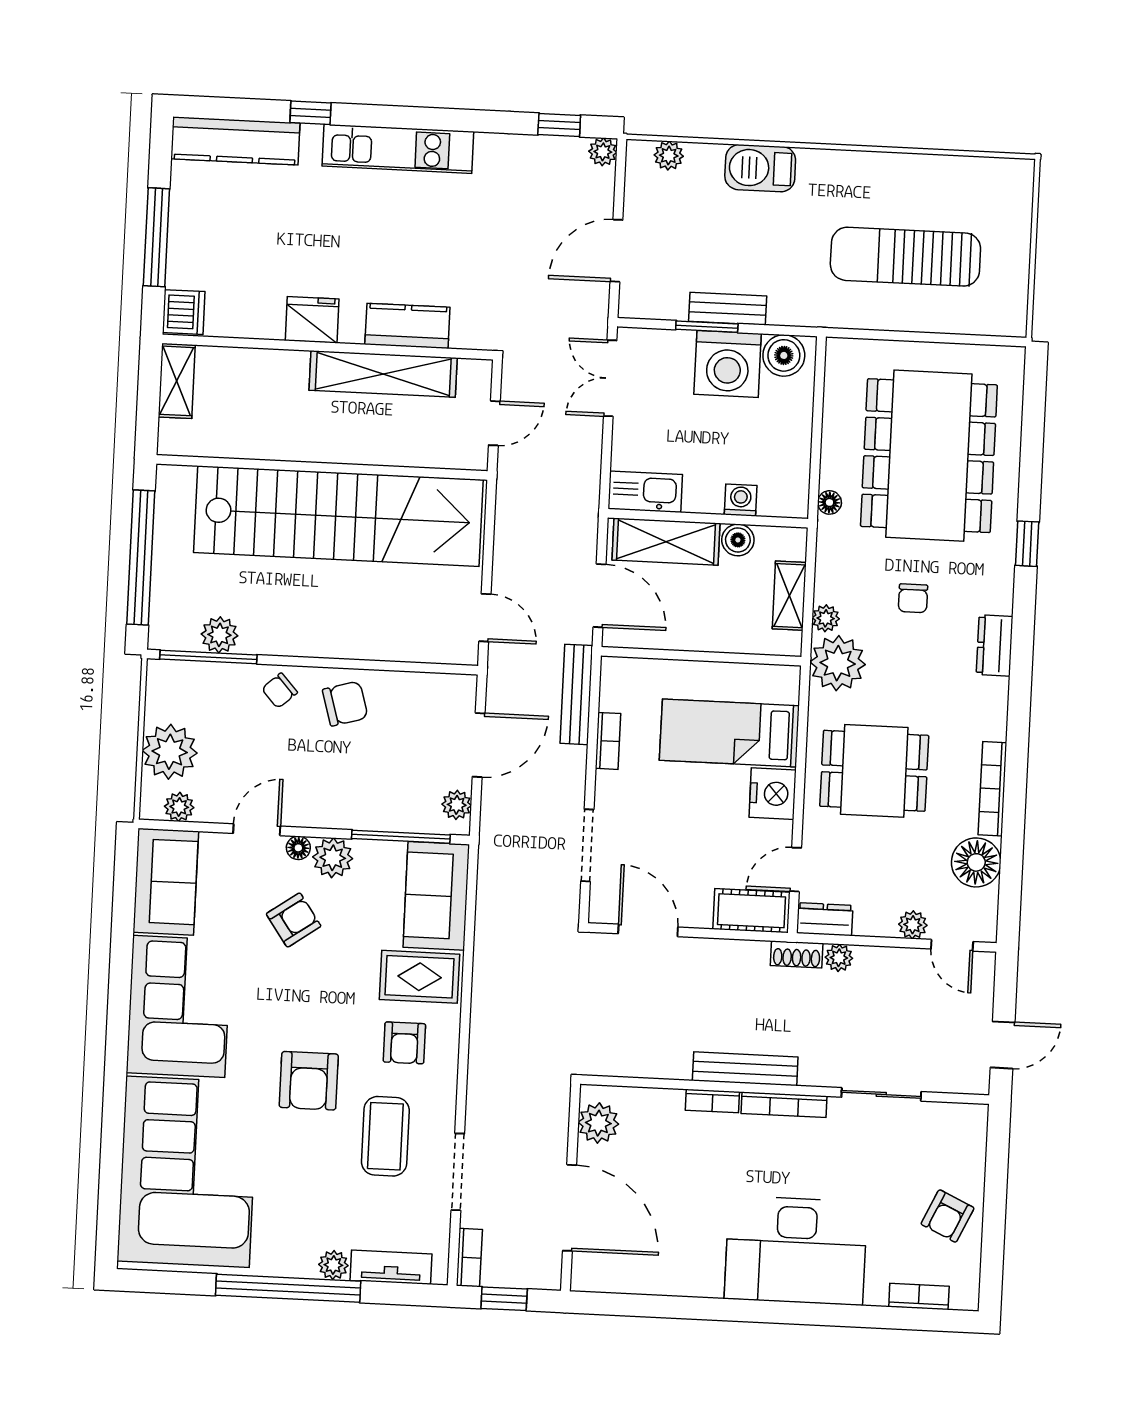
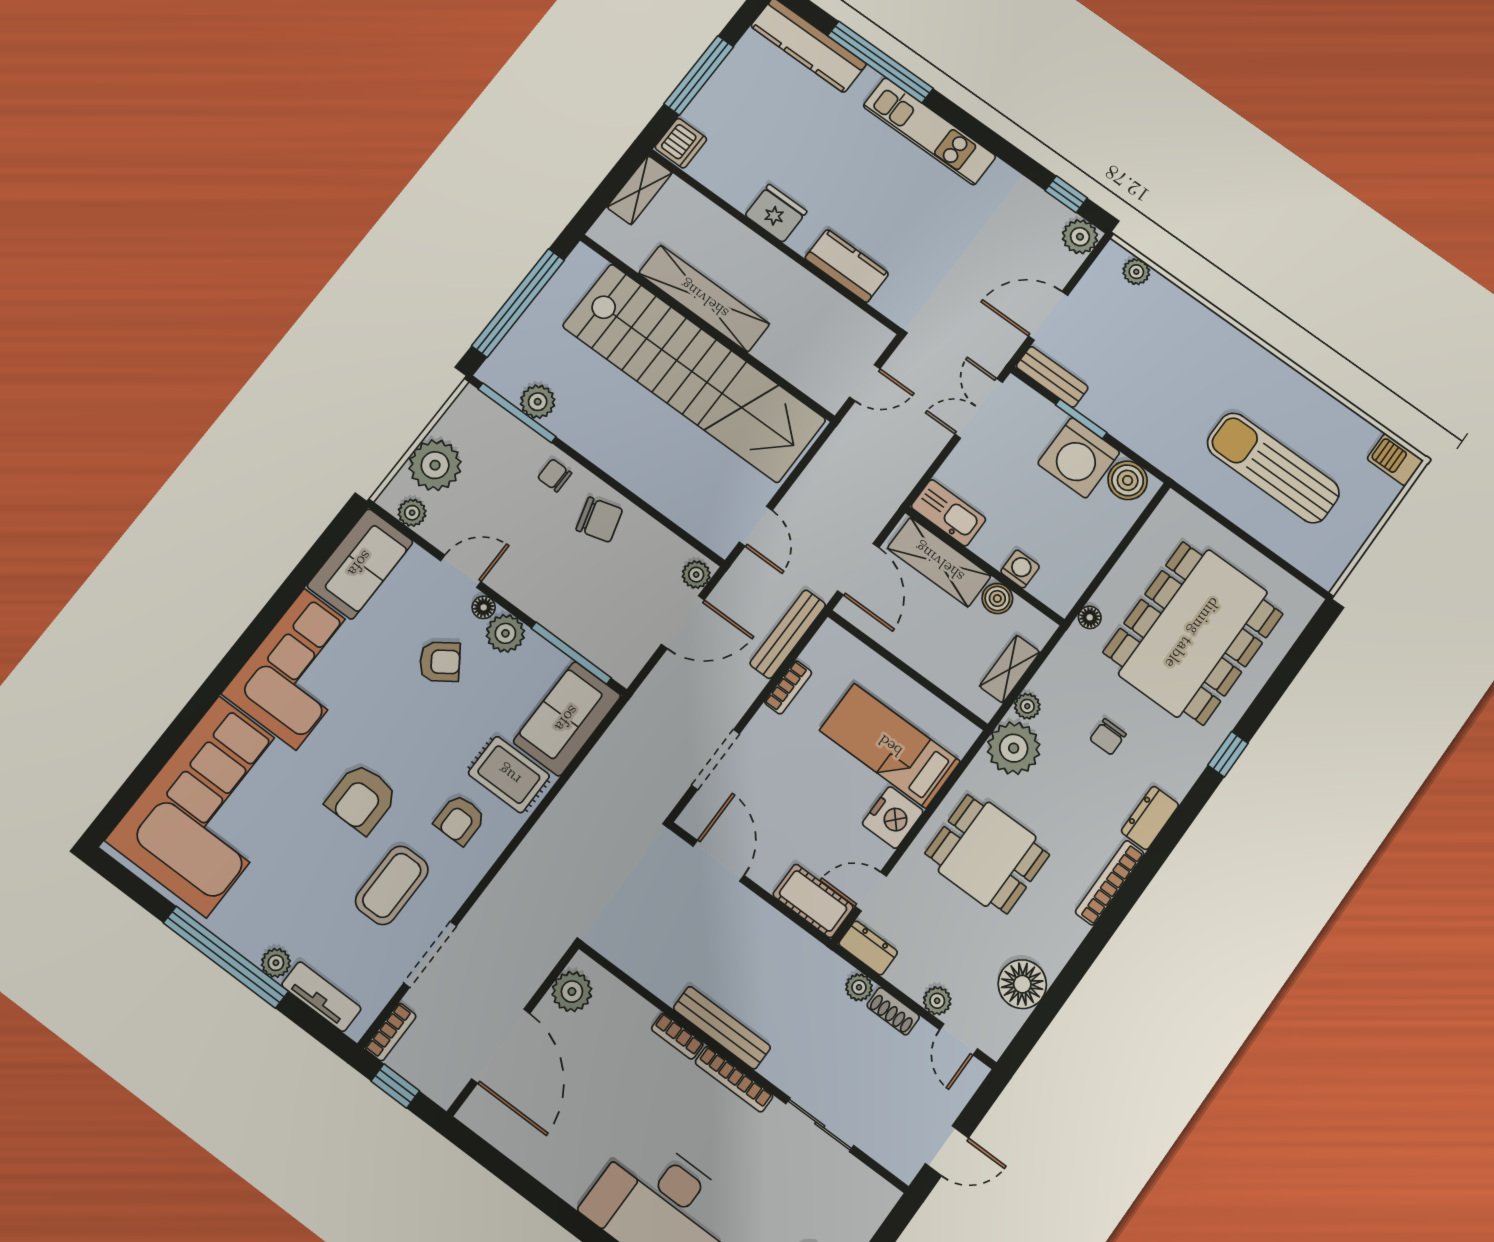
window: (311, 113) -> (880, 62), width x3.17
plant: (603, 152) -> (1080, 237), width x1.38, depth x1.38
barbecue: (760, 168) -> (1395, 460), moved, width x0.73, depth x0.79
bench: (728, 309) -> (1052, 377), moved
shelving: (383, 374) -> (704, 299), moved
chair: (280, 691) -> (555, 475), turned 42
bookcase: (992, 789) -> (1110, 883), moved
plant: (457, 805) -> (696, 575), moved
shoe rack: (797, 954) -> (893, 1011), moved

